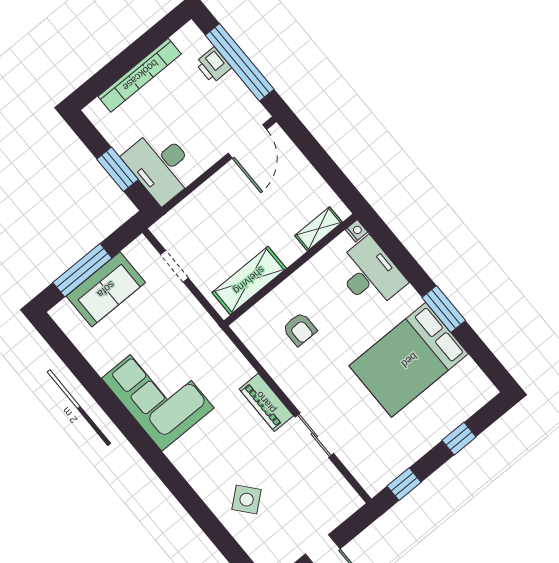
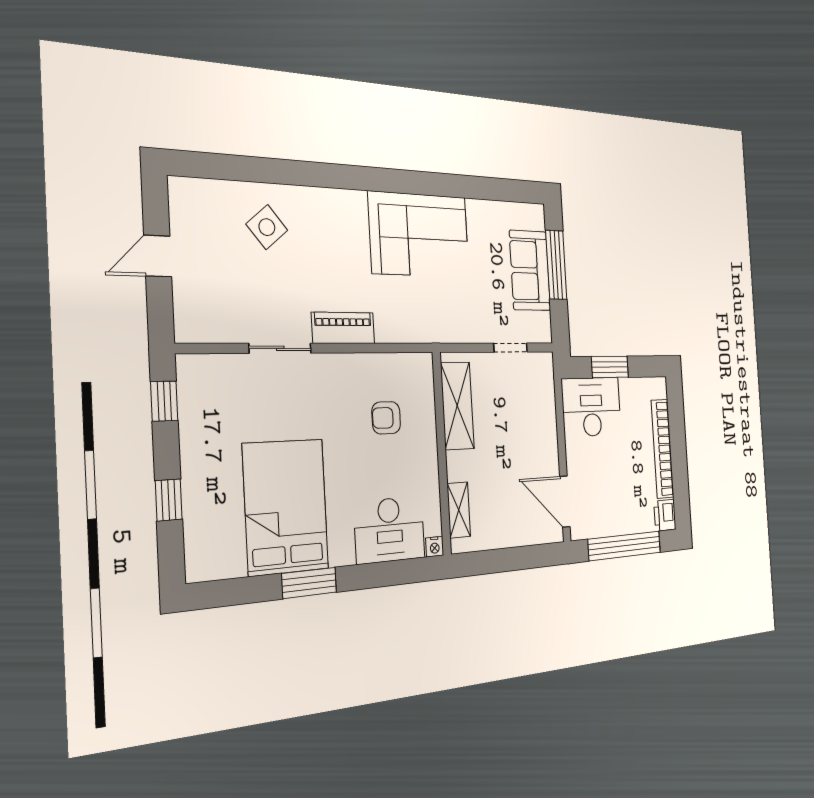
printer: (213, 65) -> (665, 515), moved, turned -90

